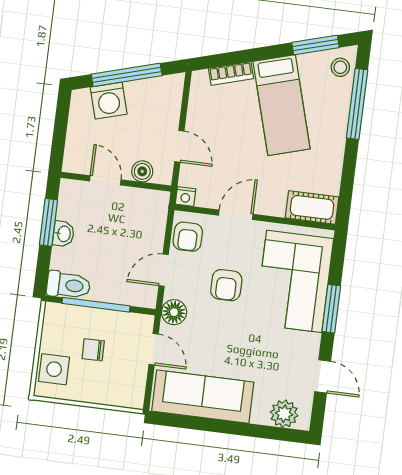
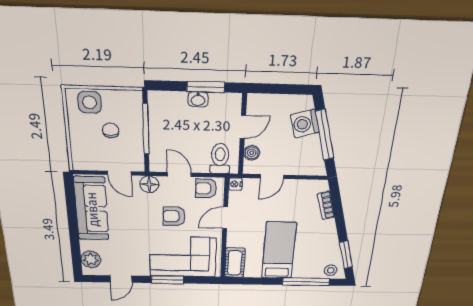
bed: (282, 105) -> (279, 251), moved, turned 106
door: (236, 215) -> (225, 218), swing flipped
toilet: (68, 285) -> (220, 159), moved, turned 180
door: (154, 349) -> (119, 173), hinge flipped

